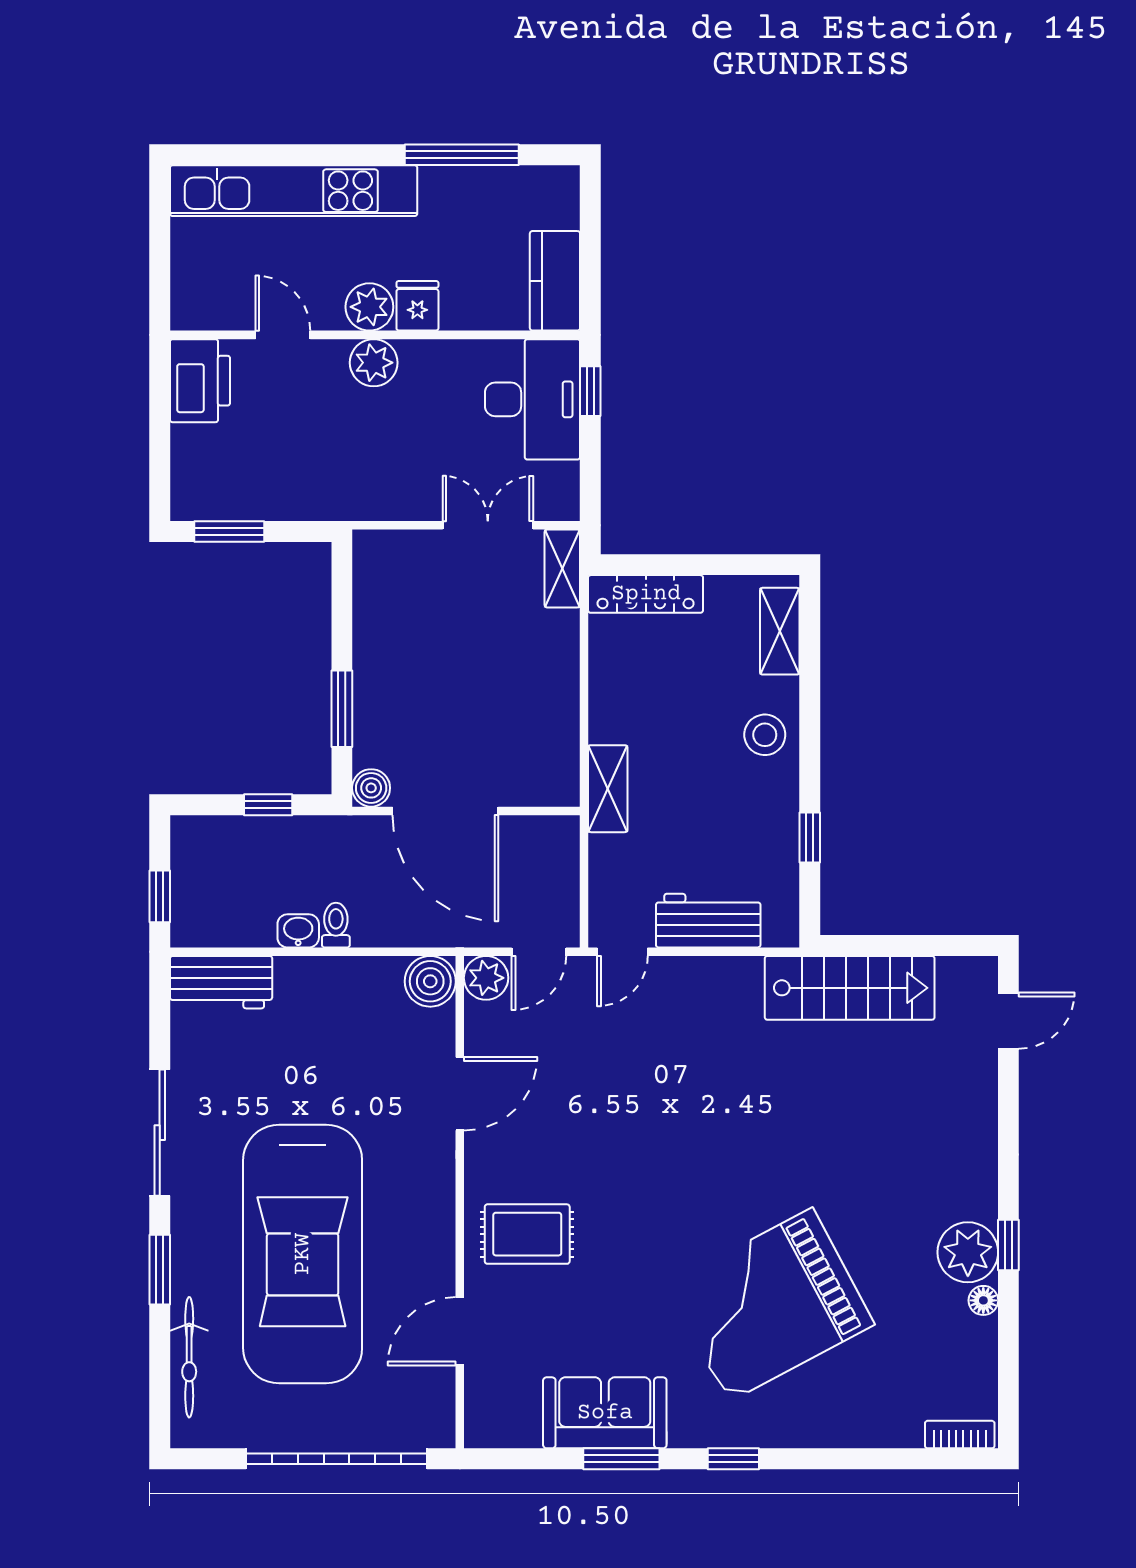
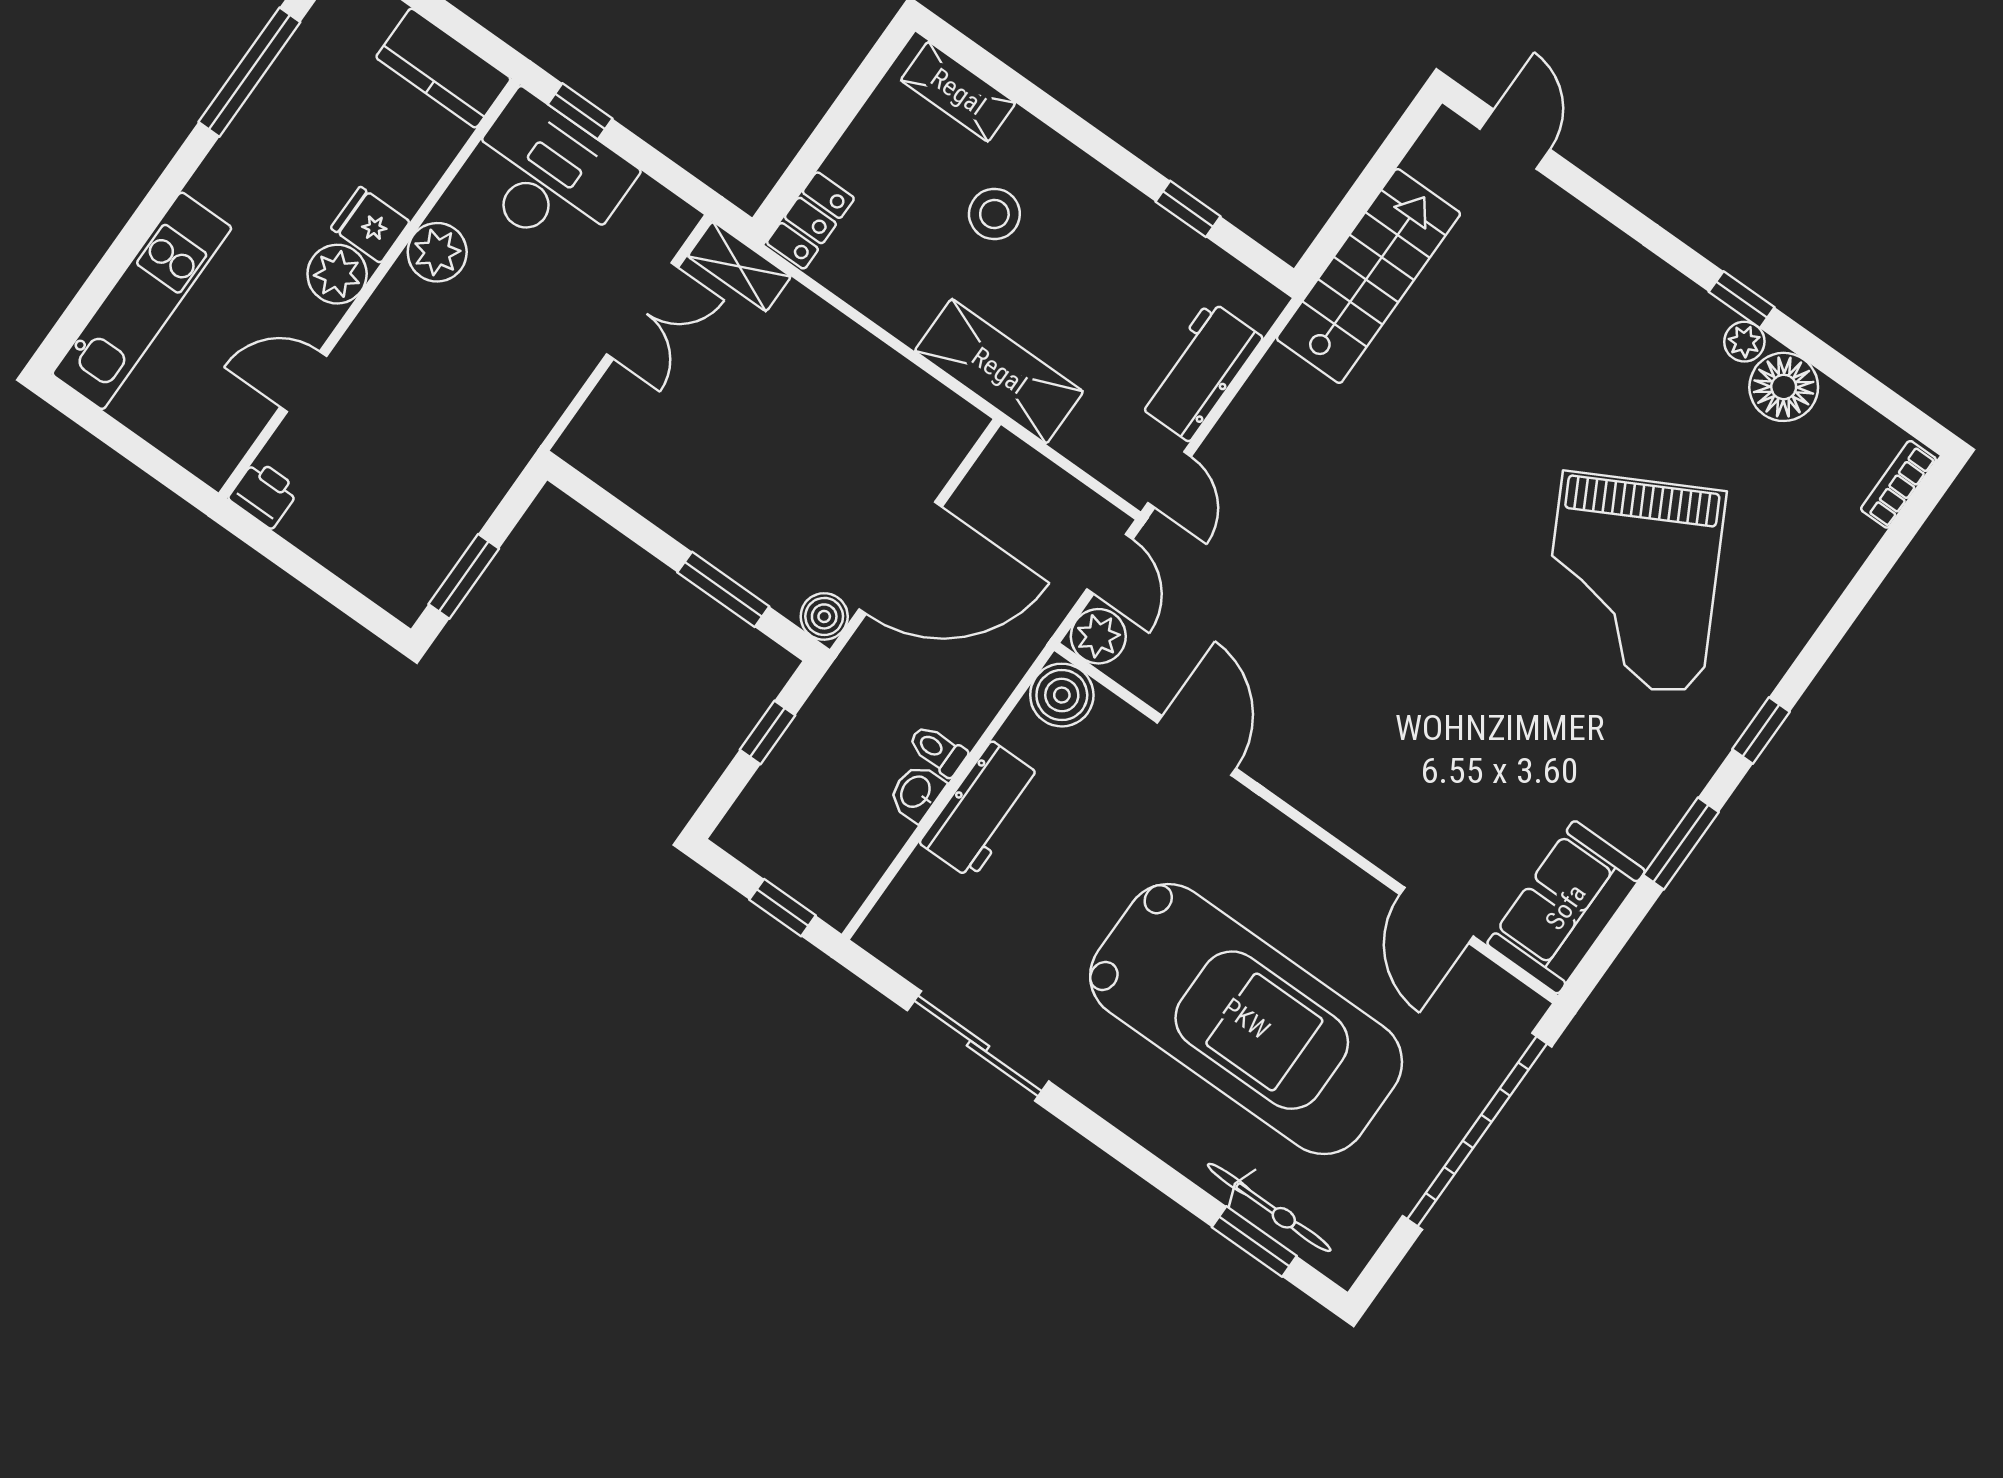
kitchen unit: (294, 191) -> (142, 301), width x0.73
plant: (374, 363) -> (437, 252), moved
printer: (200, 381) -> (264, 494), width x0.53, depth x0.68
double door: (488, 525) -> (642, 311), swing flipped
locker: (646, 594) -> (810, 220), width x0.66
stool: (765, 735) -> (994, 214), moved
shelving: (608, 789) -> (999, 371), width x1.50, depth x1.33
workbench: (221, 982) -> (982, 810), moved
sliding door: (160, 1133) -> (978, 1046), moved
rug: (527, 1234) -> (1387, 778), removed
plant: (968, 1252) -> (1744, 342), width x0.53, depth x0.53
window: (160, 1270) -> (1254, 1242), moved
floor lamp: (983, 1300) -> (1784, 387), width x1.89, depth x1.89
sofa: (605, 1413) -> (1566, 907), moved

